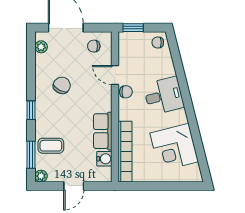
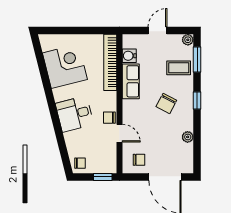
plant: (41, 47) -> (188, 137), moved
chair: (62, 85) -> (166, 103), moved

